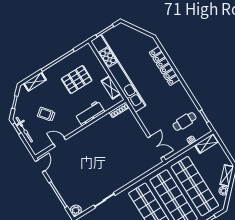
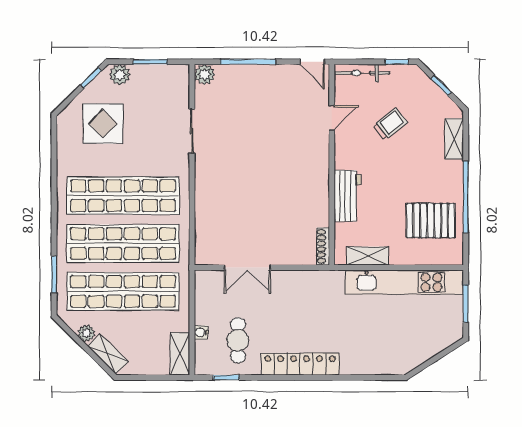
locker: (164, 66) -> (300, 364), moved
kitchen unit: (118, 73) -> (404, 282), width x0.73
pallet: (77, 80) -> (431, 220), moved, turned 90
bicycle: (24, 130) -> (362, 73), moved
double door: (156, 147) -> (247, 268), moved

